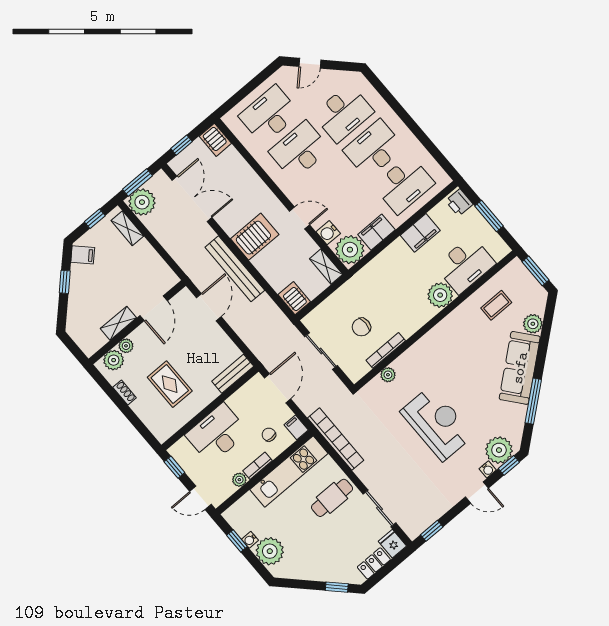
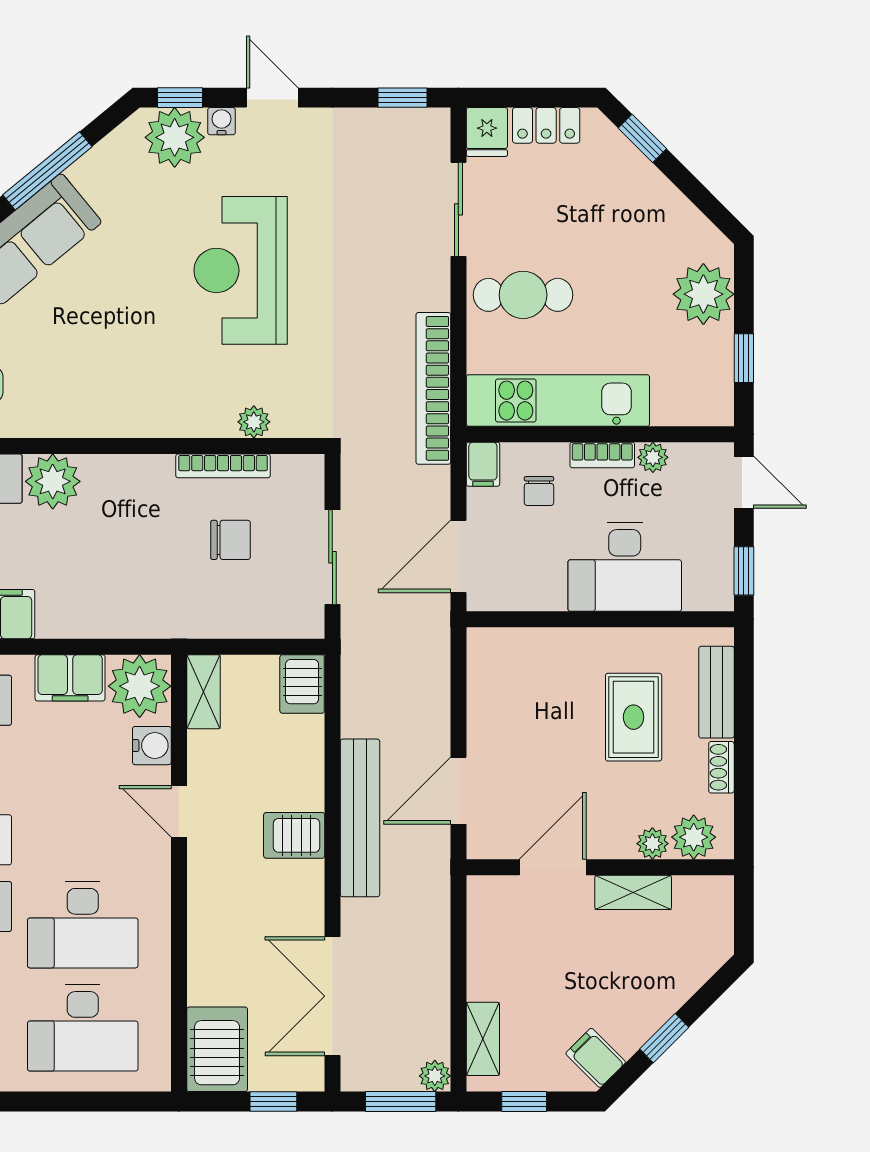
server rack: (215, 140) -> (217, 1049), width x1.36, depth x1.44
plant: (142, 202) -> (435, 1076), width x0.53, depth x0.53
server rack: (255, 237) -> (294, 835), width x0.73, depth x0.70
bench: (233, 374) -> (716, 692), moved, turned 90
water cooler: (250, 540) -> (720, 341), removed

